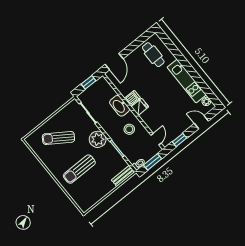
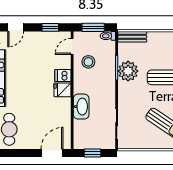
dishwasher: (132, 98) -> (63, 76), moved
door: (201, 122) -> (16, 27), hinge flipped
stool: (129, 129) -> (88, 62), moved
plant: (98, 139) -> (128, 71), moved

